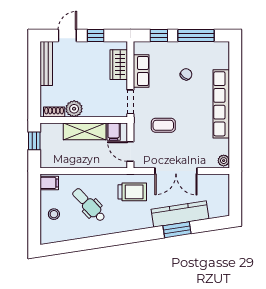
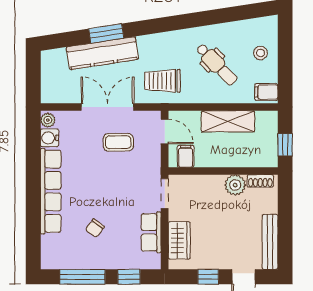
coffee table: (163, 125) -> (118, 142), moved
shelving: (85, 131) -> (228, 121), moved
water cooler: (222, 146) -> (50, 138), added

